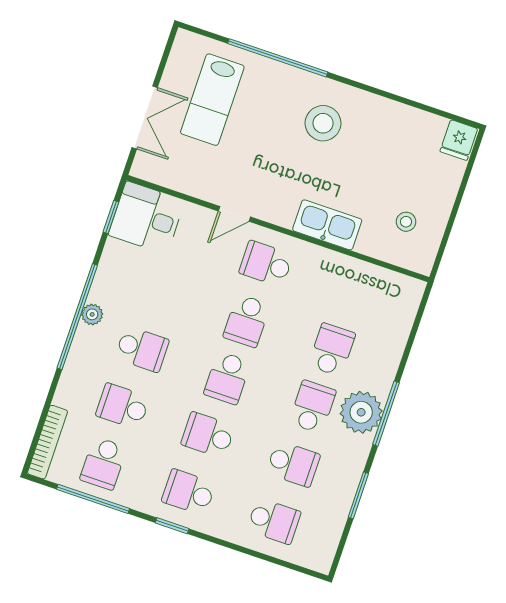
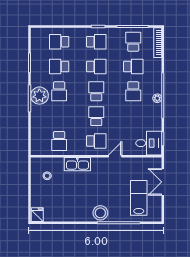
stool: (323, 123) -> (100, 213), moved
school desk: (142, 349) -> (133, 91), turned -90
school desk: (332, 350) -> (59, 141), moved

